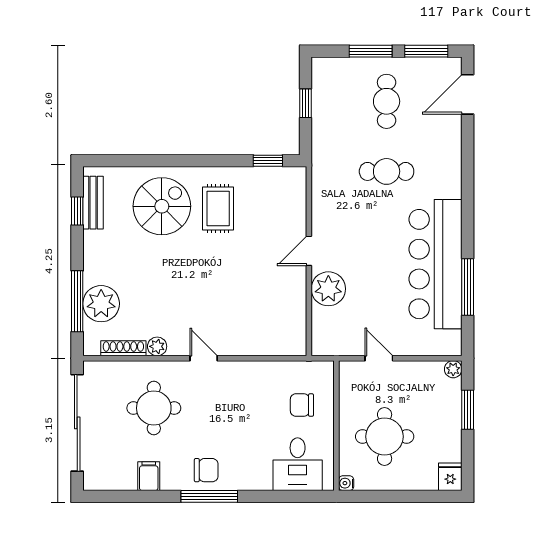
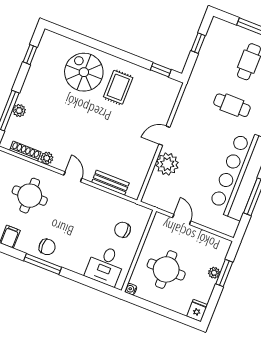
bench: (93, 203) -> (110, 183), moved, turned 90
spiral stairs: (162, 206) -> (84, 72), turned -90
plant: (101, 304) -> (19, 111), width x0.53, depth x0.53
plant: (453, 369) -> (214, 273), moved

